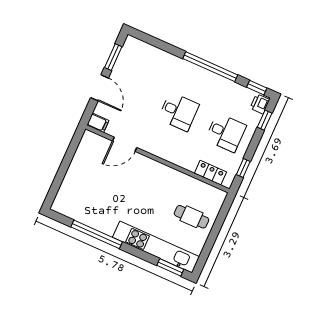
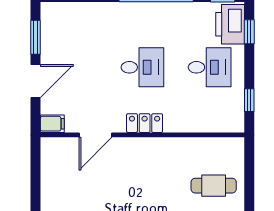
door: (100, 88) -> (36, 81), hinge flipped
printer: (260, 104) -> (230, 24), width x1.87, depth x1.48
locker: (210, 173) -> (145, 123), moved

